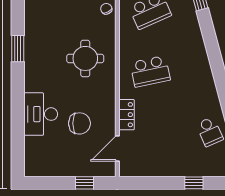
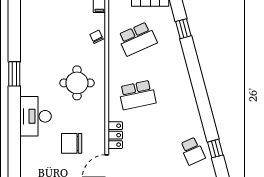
desk: (41, 114) -> (35, 116), moved
chair: (79, 123) -> (72, 143), turned 180

